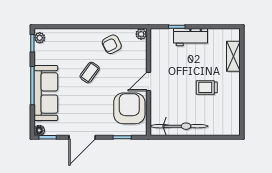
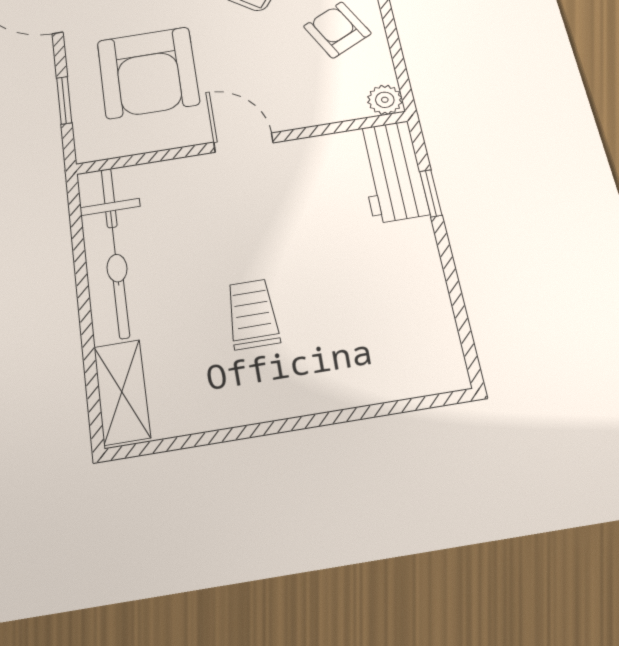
workbench: (191, 37) -> (391, 171), moved
shelving: (233, 56) -> (122, 392), moved, turned 90
armchair: (129, 108) -> (148, 72), moved, turned 90

